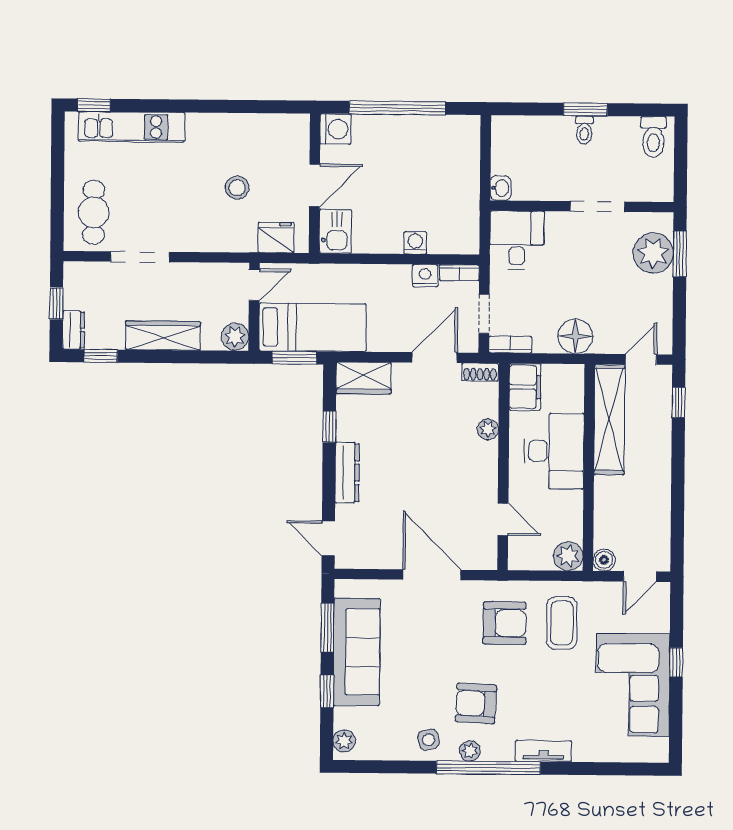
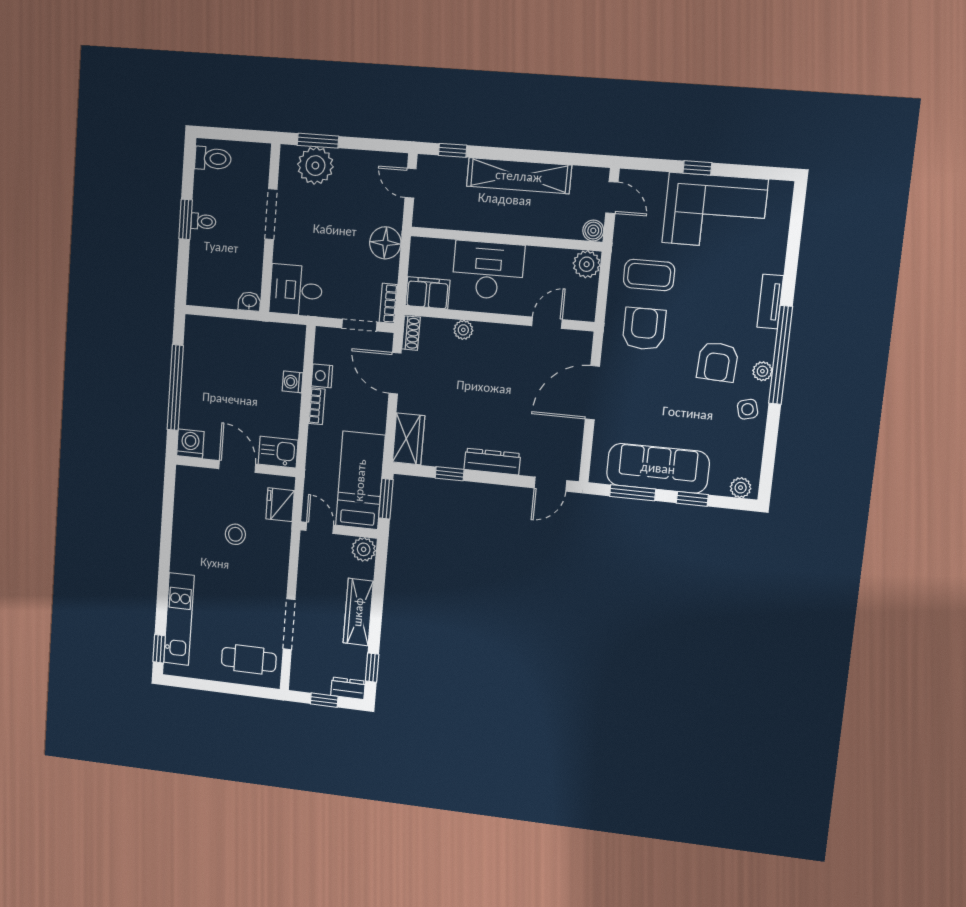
bookcase: (459, 273) -> (317, 406), moved
shelving: (609, 419) -> (519, 176), moved

